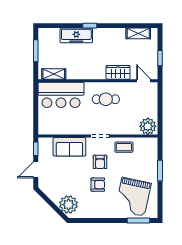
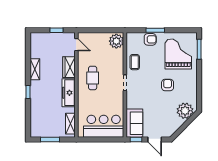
shelving: (138, 33) -> (35, 69), moved
freezer: (76, 35) -> (69, 93), moved, turned 180
door: (144, 81) -> (76, 45), swing flipped
bar counter: (61, 95) -> (104, 126), moved, turned -90
sofa: (69, 147) -> (134, 123), moved
armchair: (100, 162) -> (150, 39), moved
grand piano: (133, 197) -> (178, 54), turned -102

